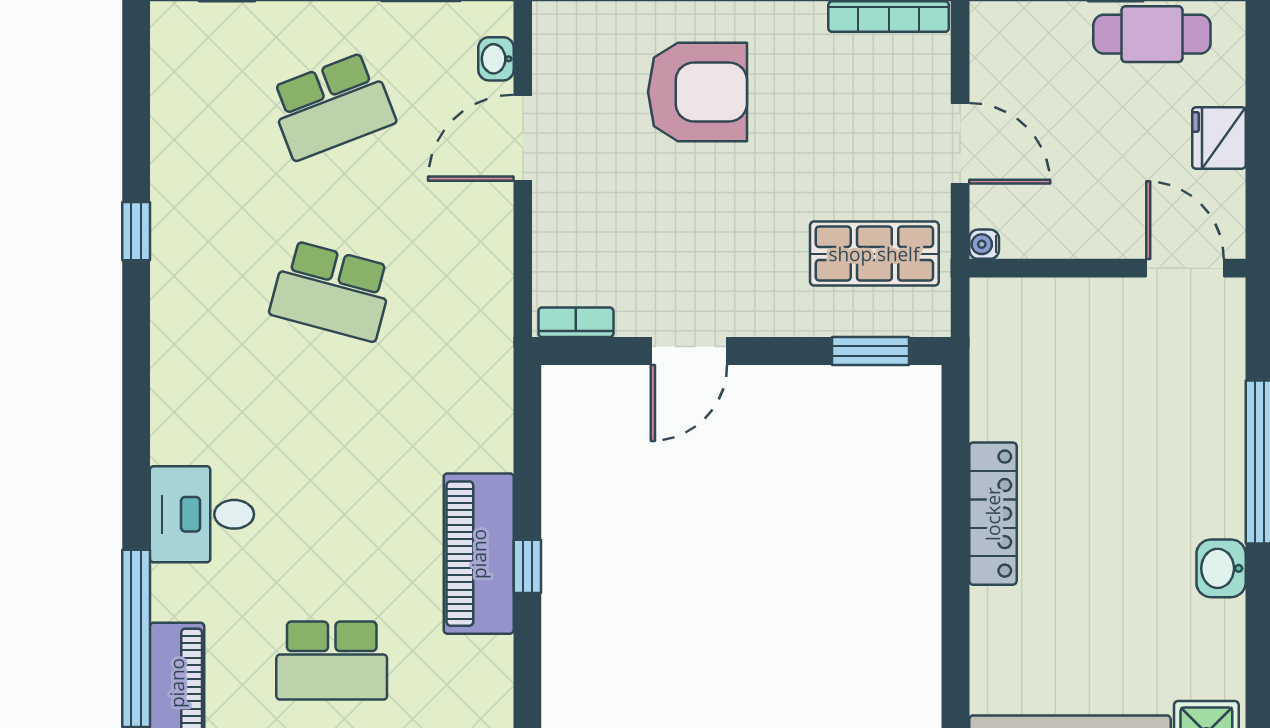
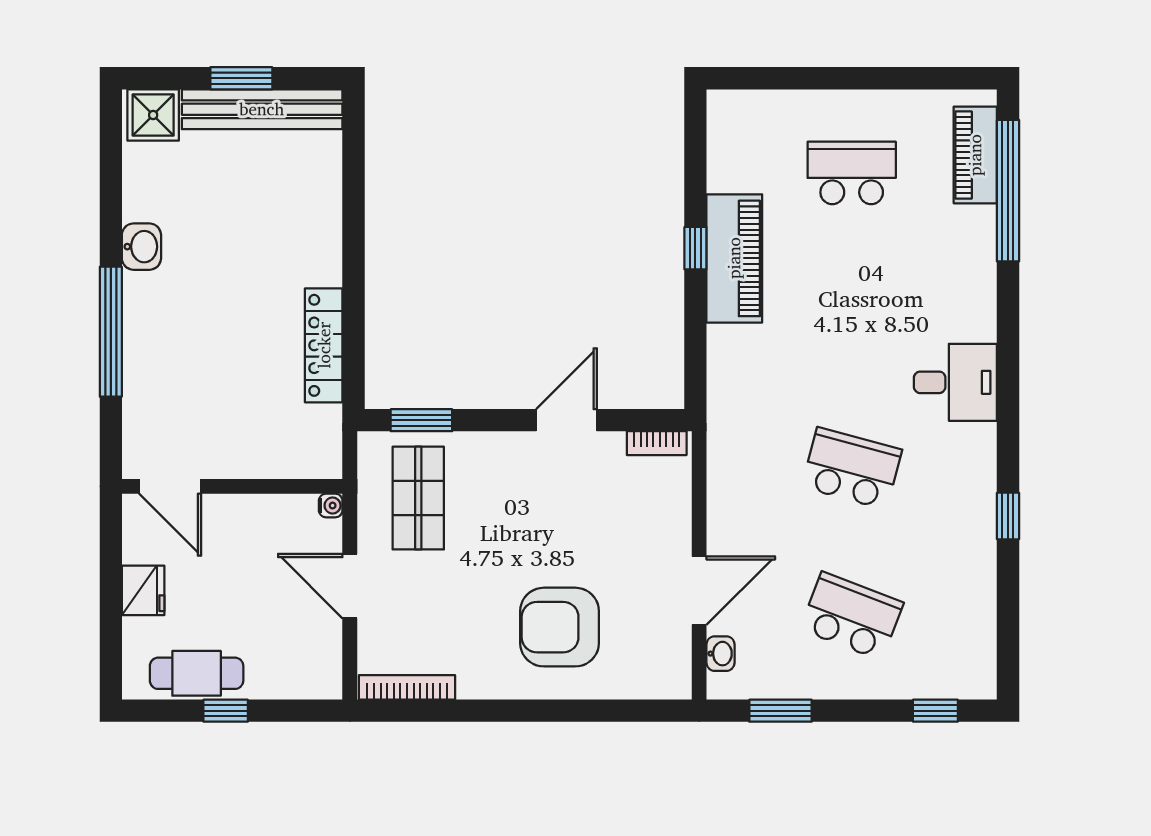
school desk: (332, 106) -> (852, 616), turned 42
shop shelf: (874, 254) -> (418, 498), turned 90
desk: (202, 514) -> (955, 382), moved
locker: (993, 514) -> (324, 345), moved

